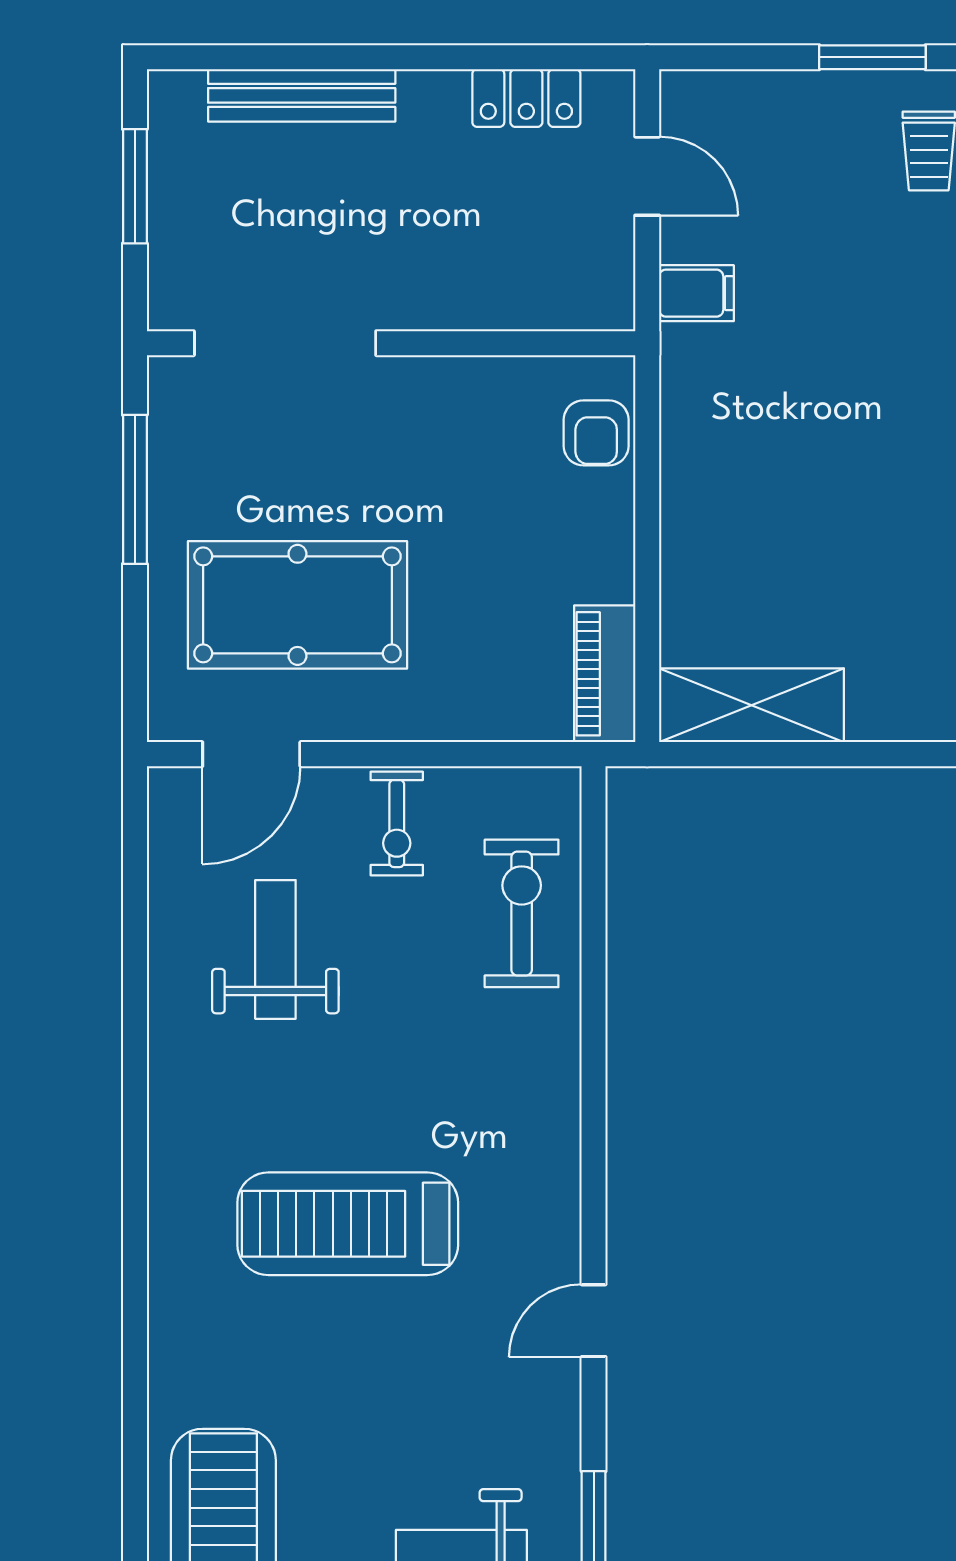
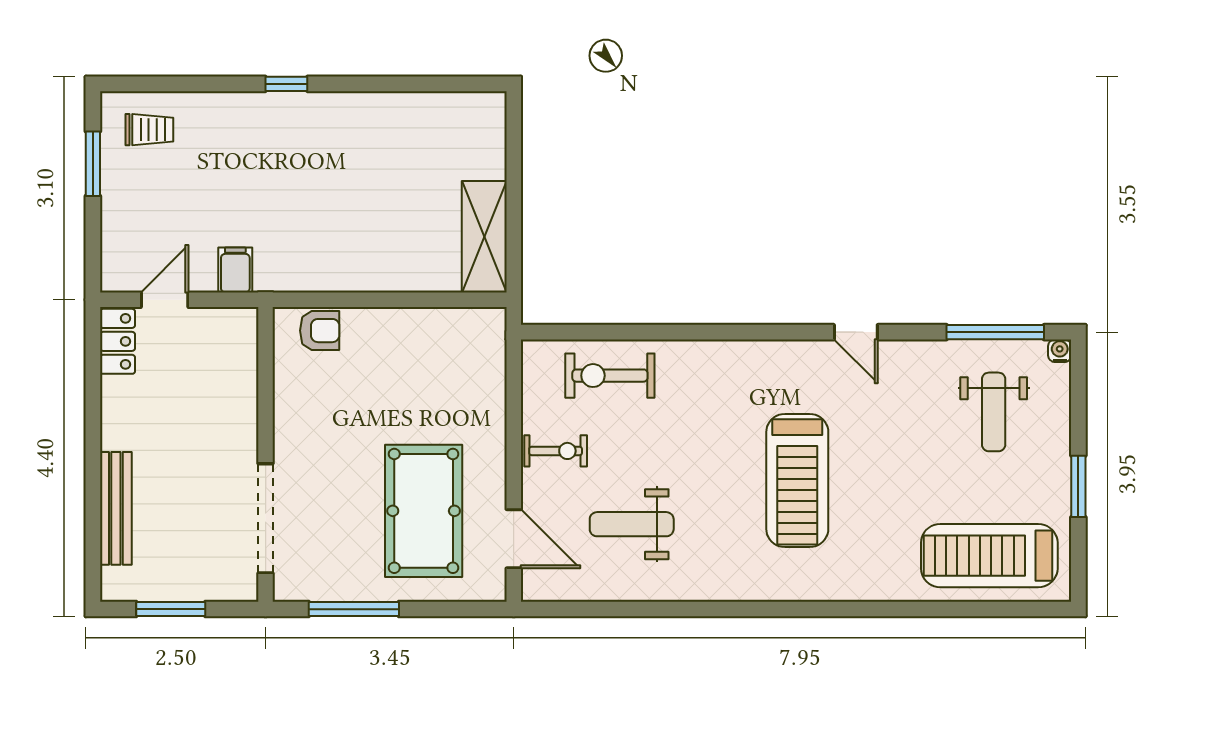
locker: (526, 98) -> (117, 341), moved
piano: (605, 674) -> (465, 325), removed

